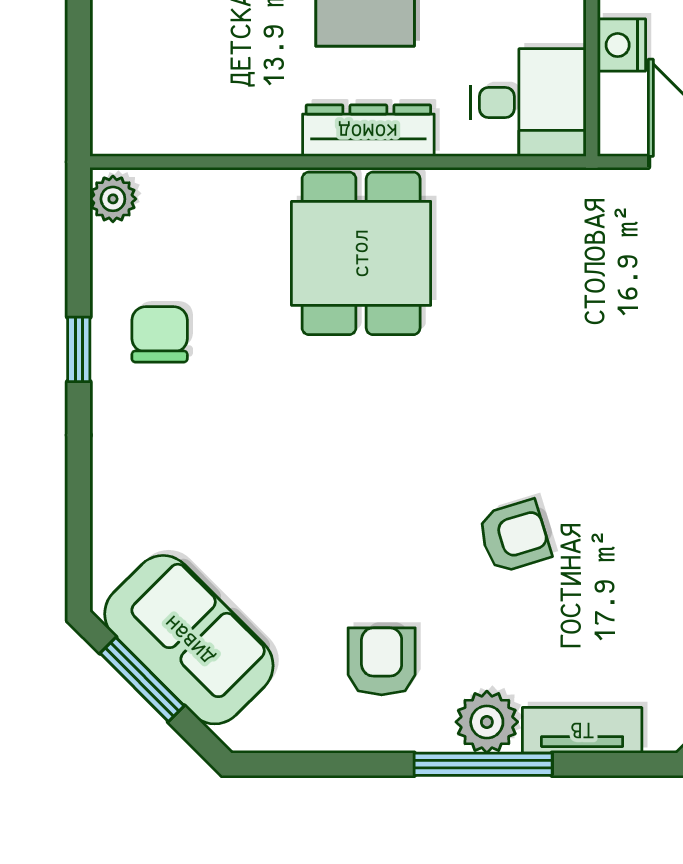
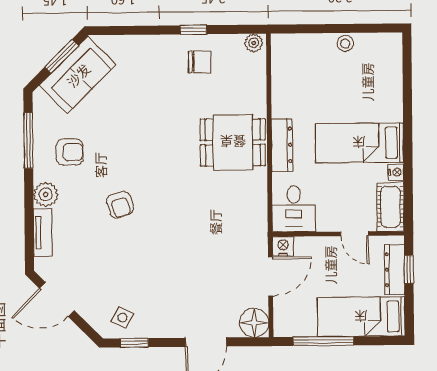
nightstand: (621, 45) -> (283, 246), moved
window: (483, 764) -> (28, 140), moved

